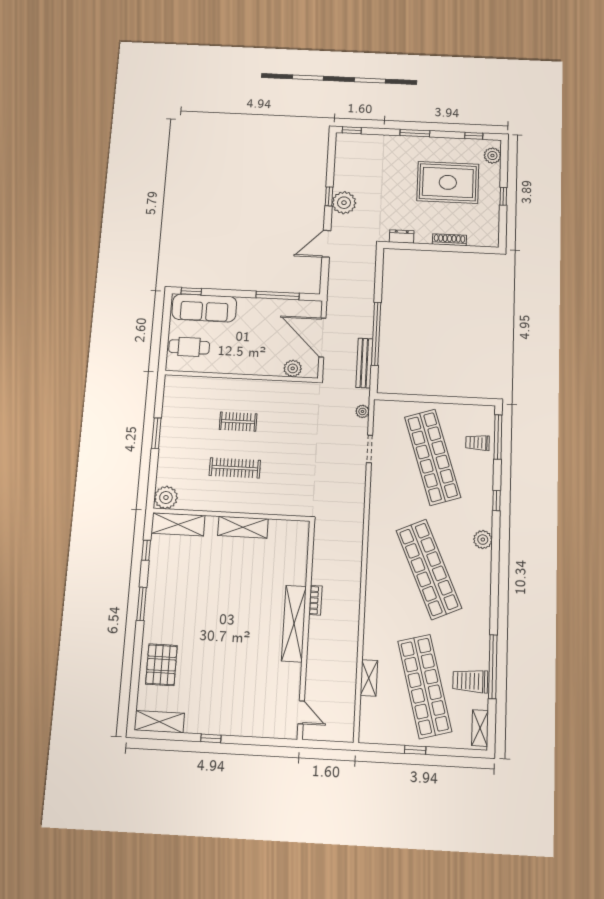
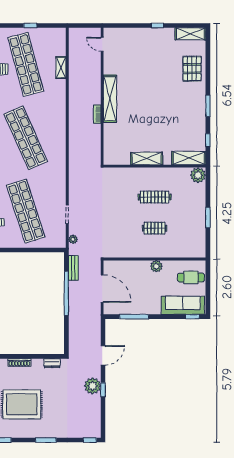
bench: (364, 363) -> (73, 268), width x0.73
plant: (293, 368) -> (156, 266), moved

